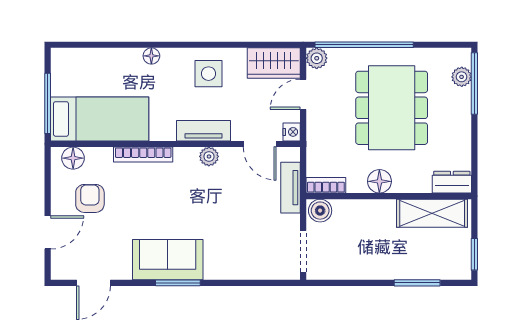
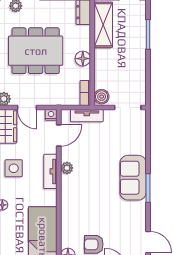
bookcase: (143, 155) -> (66, 210), removed
sofa: (168, 260) -> (133, 178), moved

